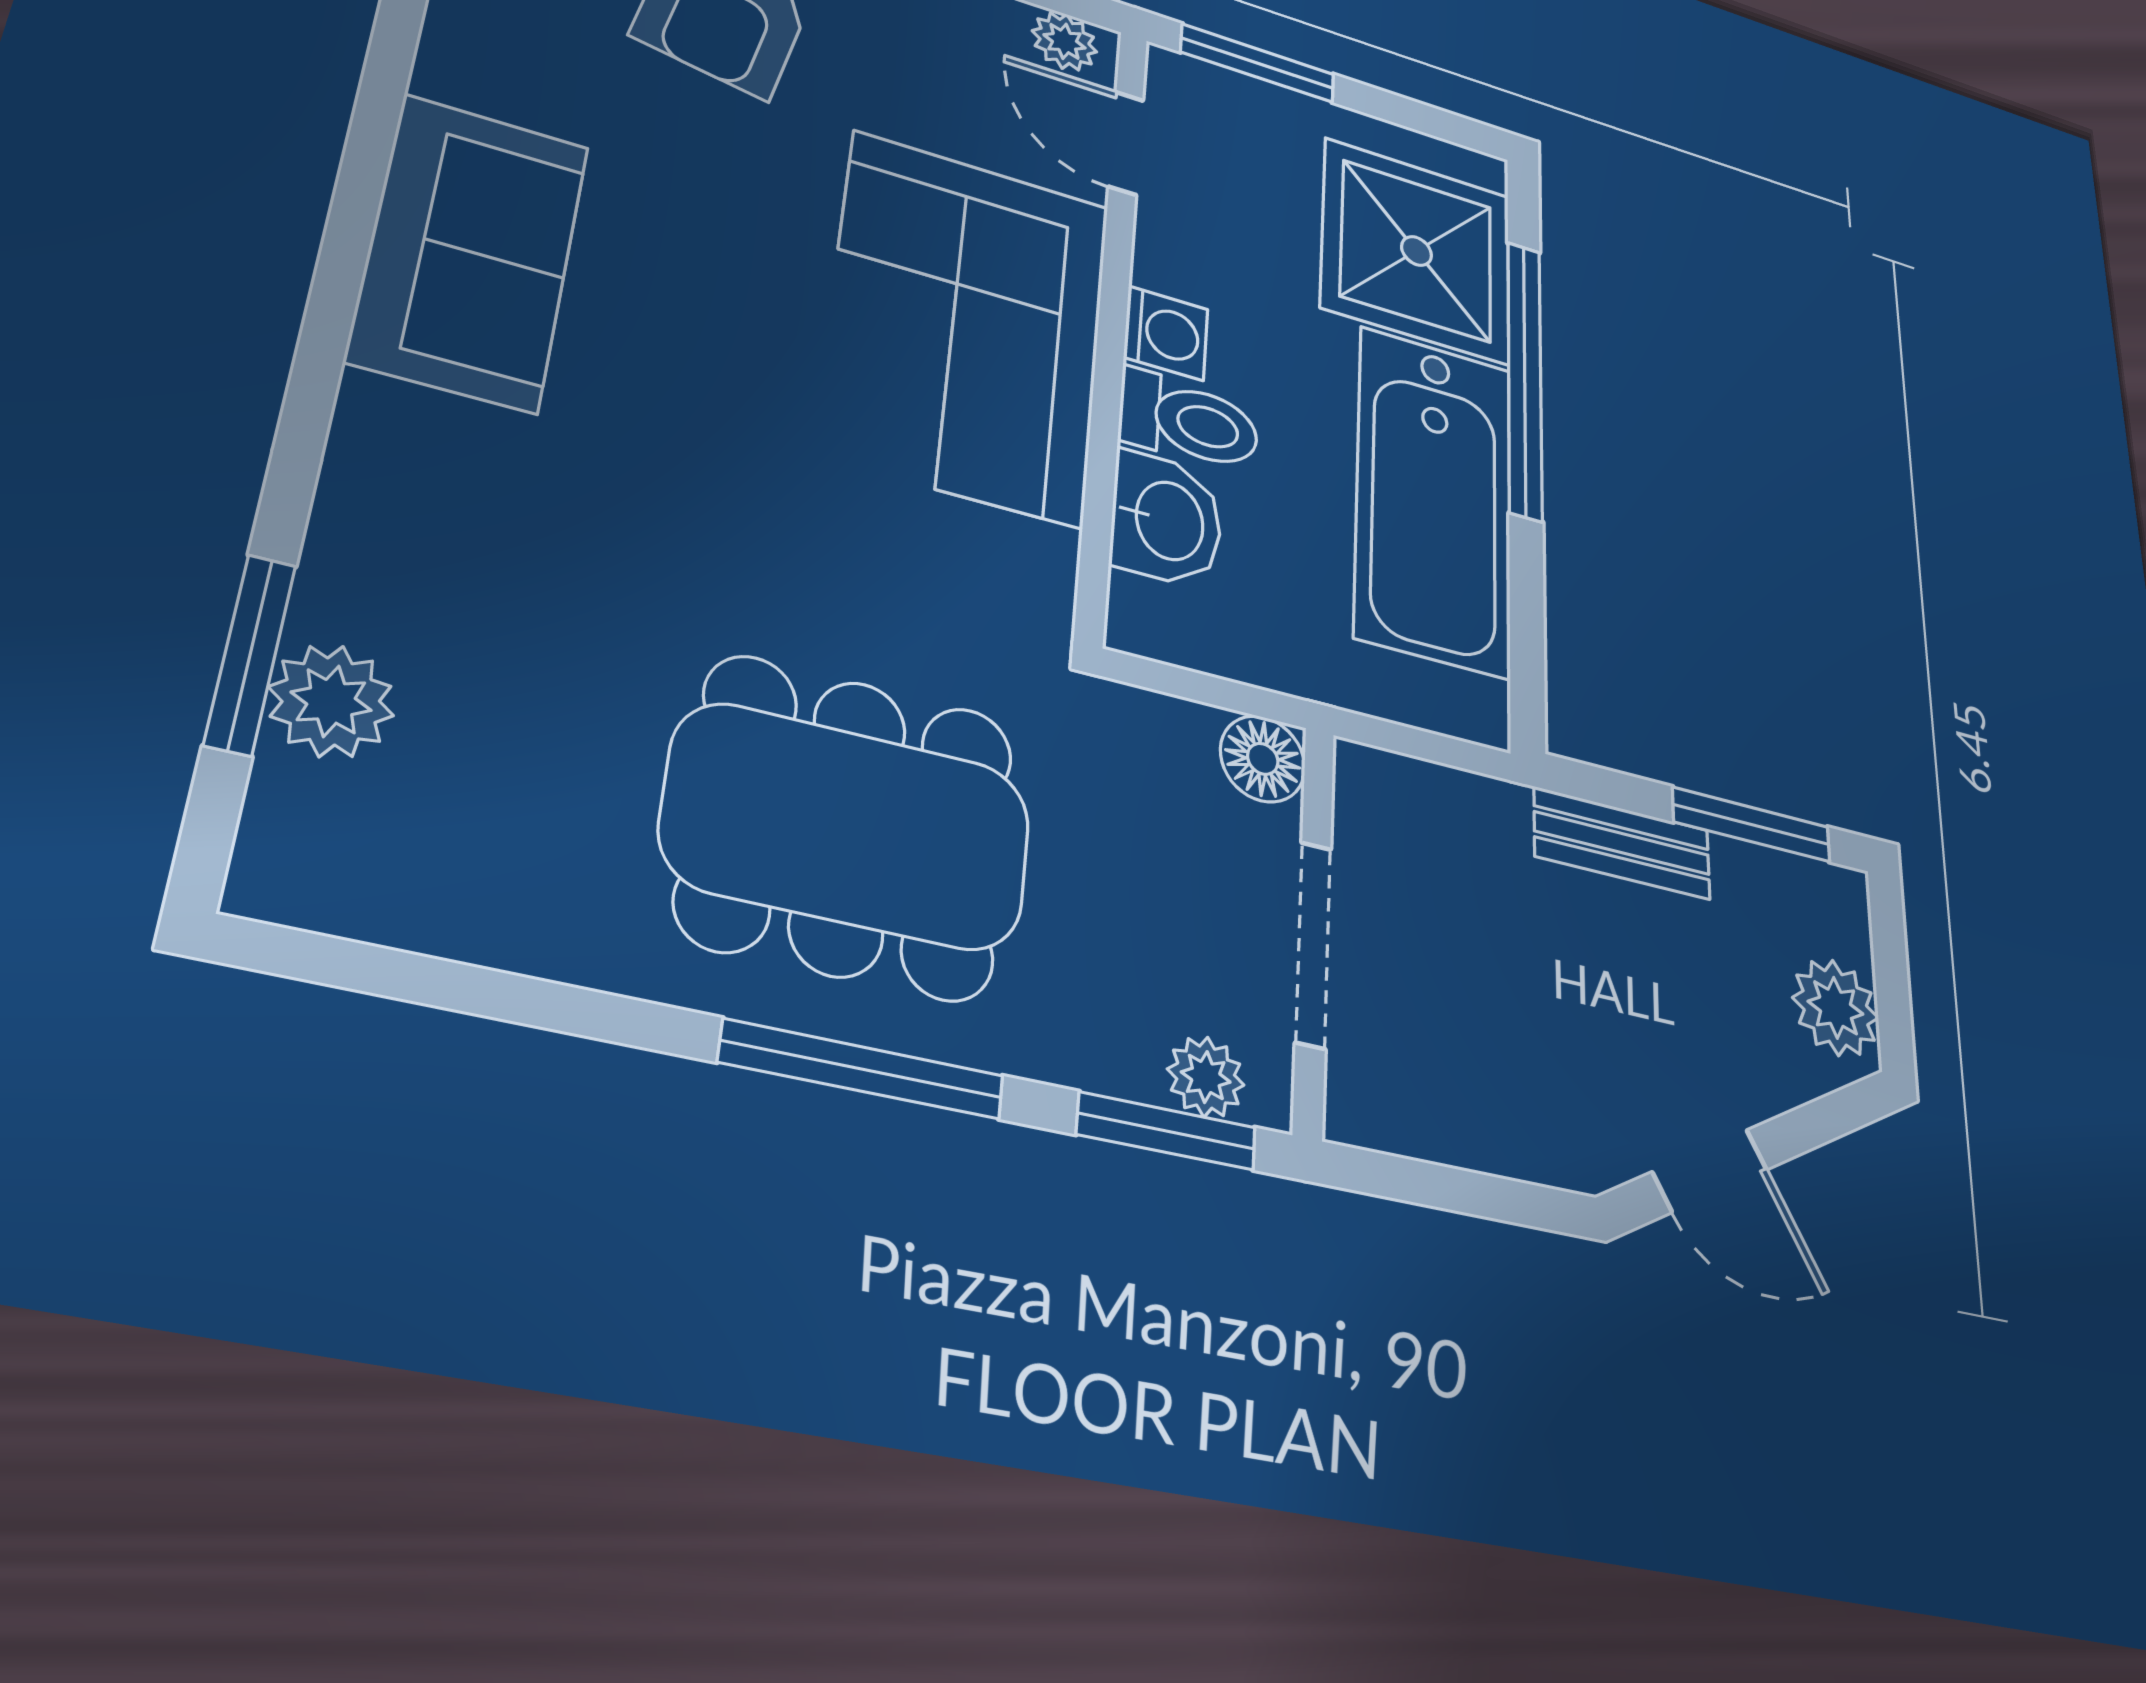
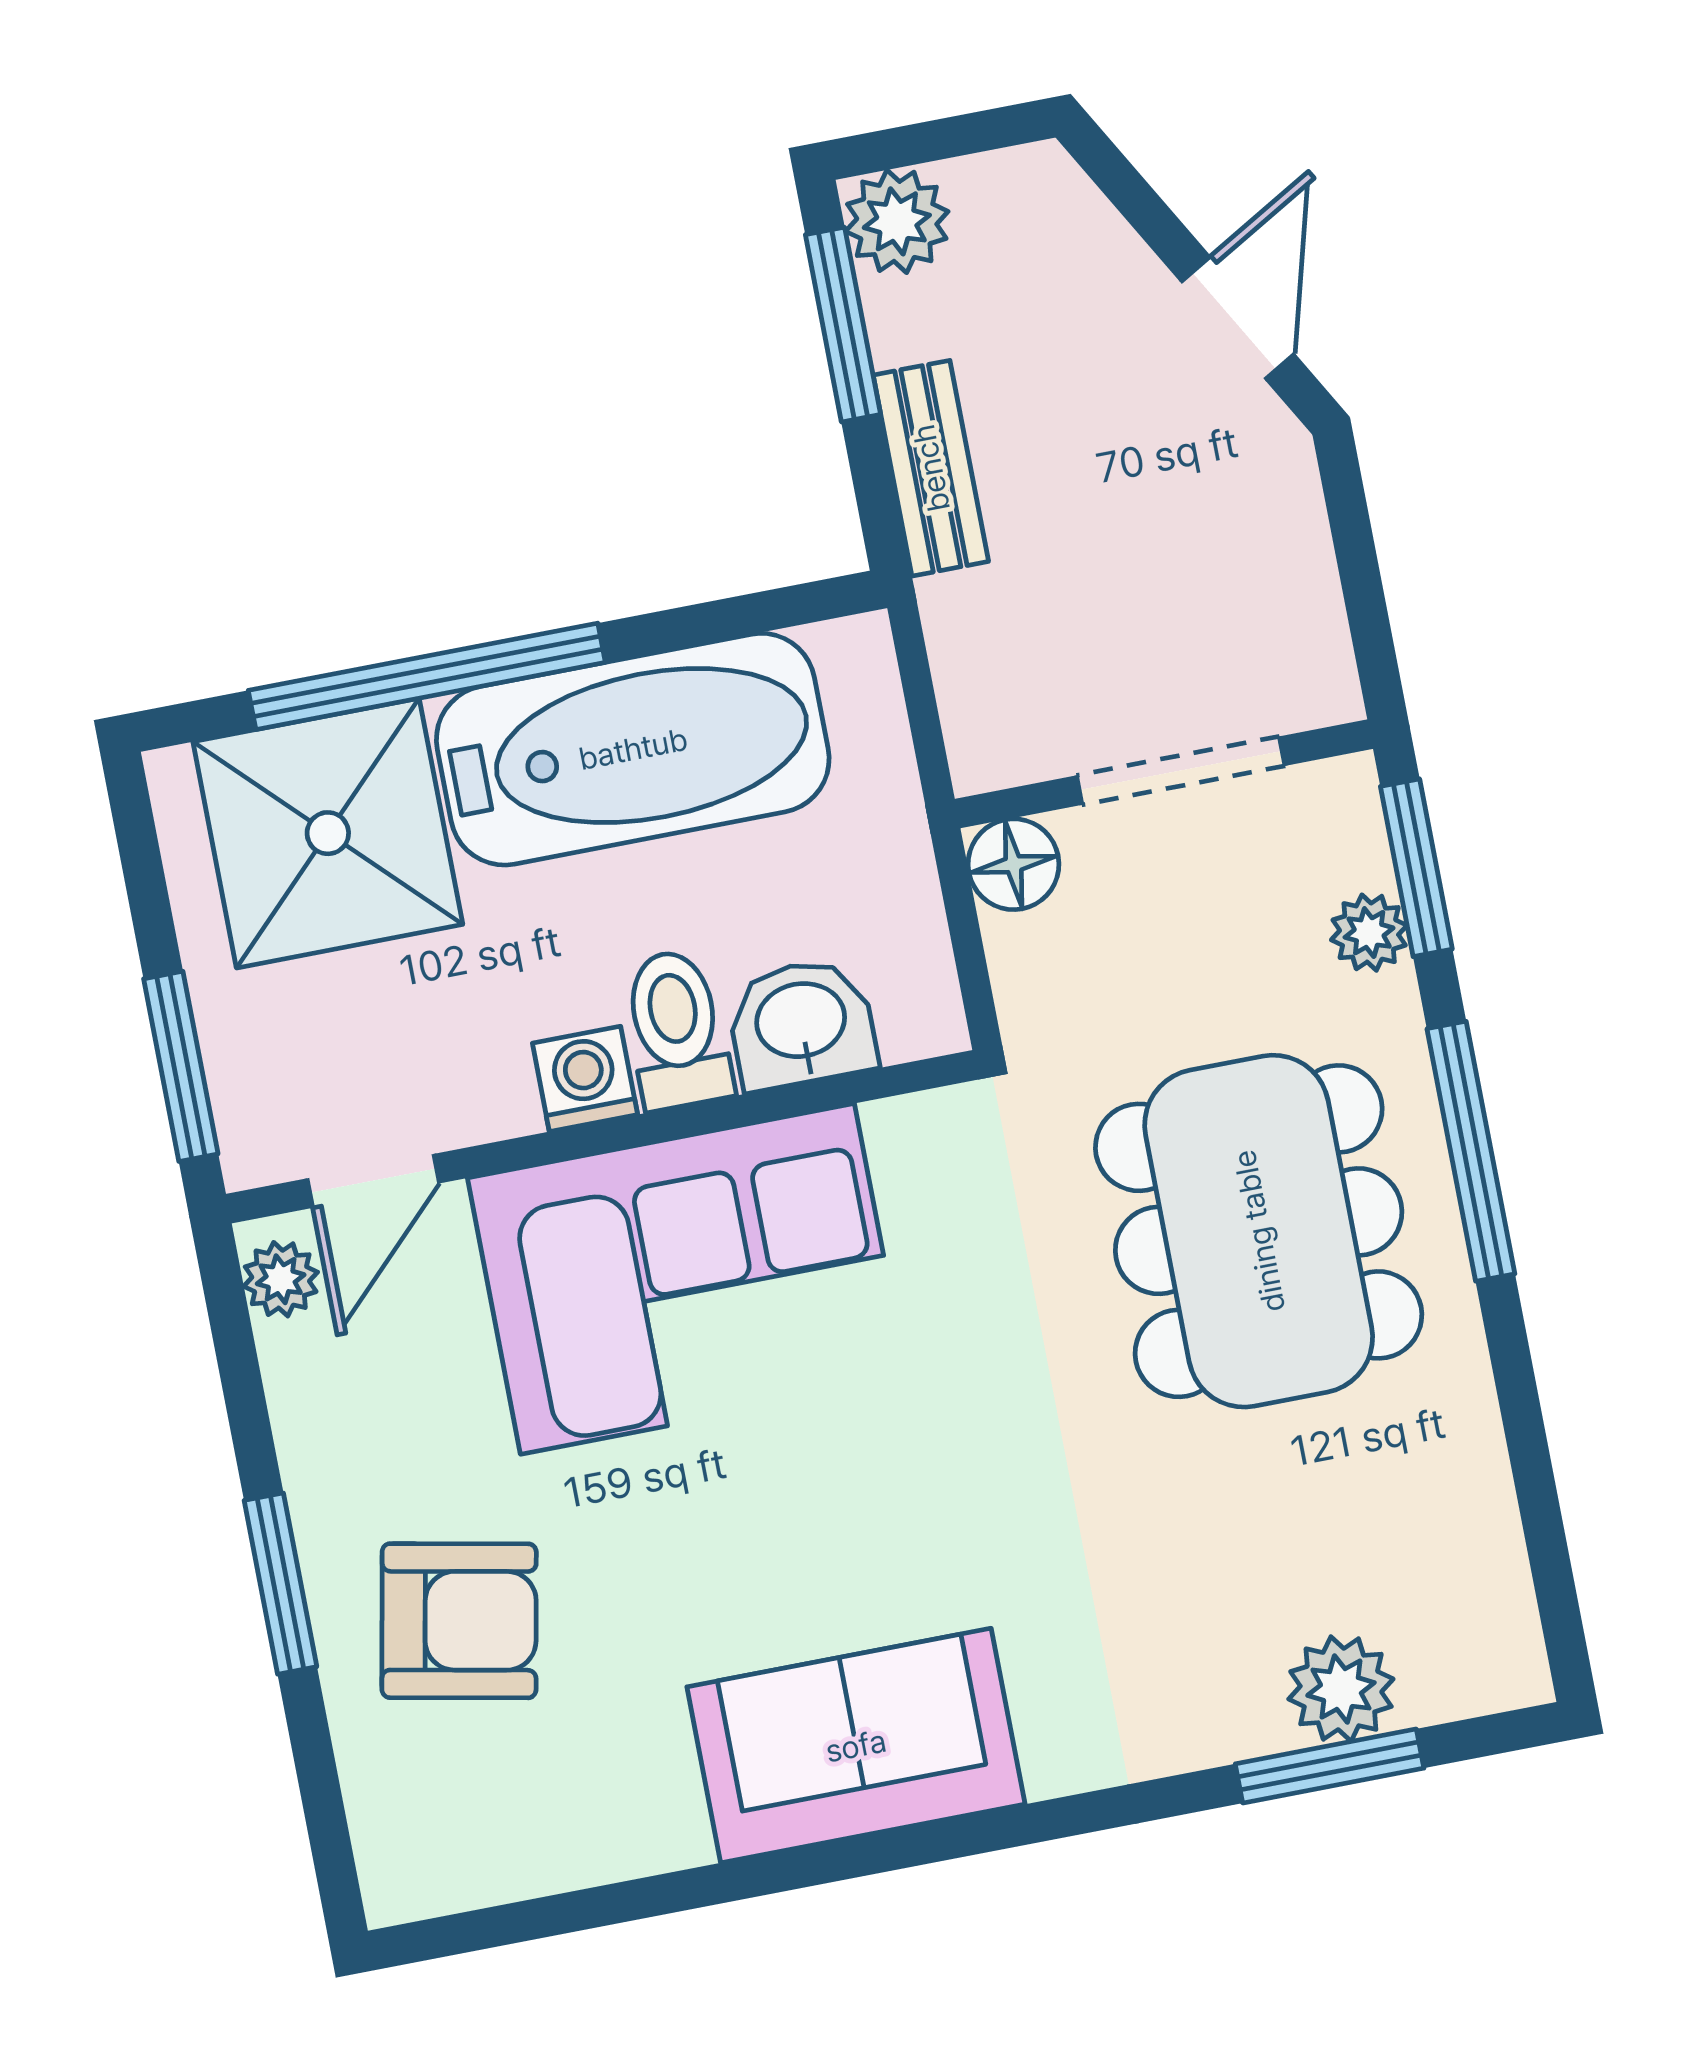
plant: (1836, 1008) -> (897, 221), moved
plant: (1206, 1077) -> (1369, 933), moved

